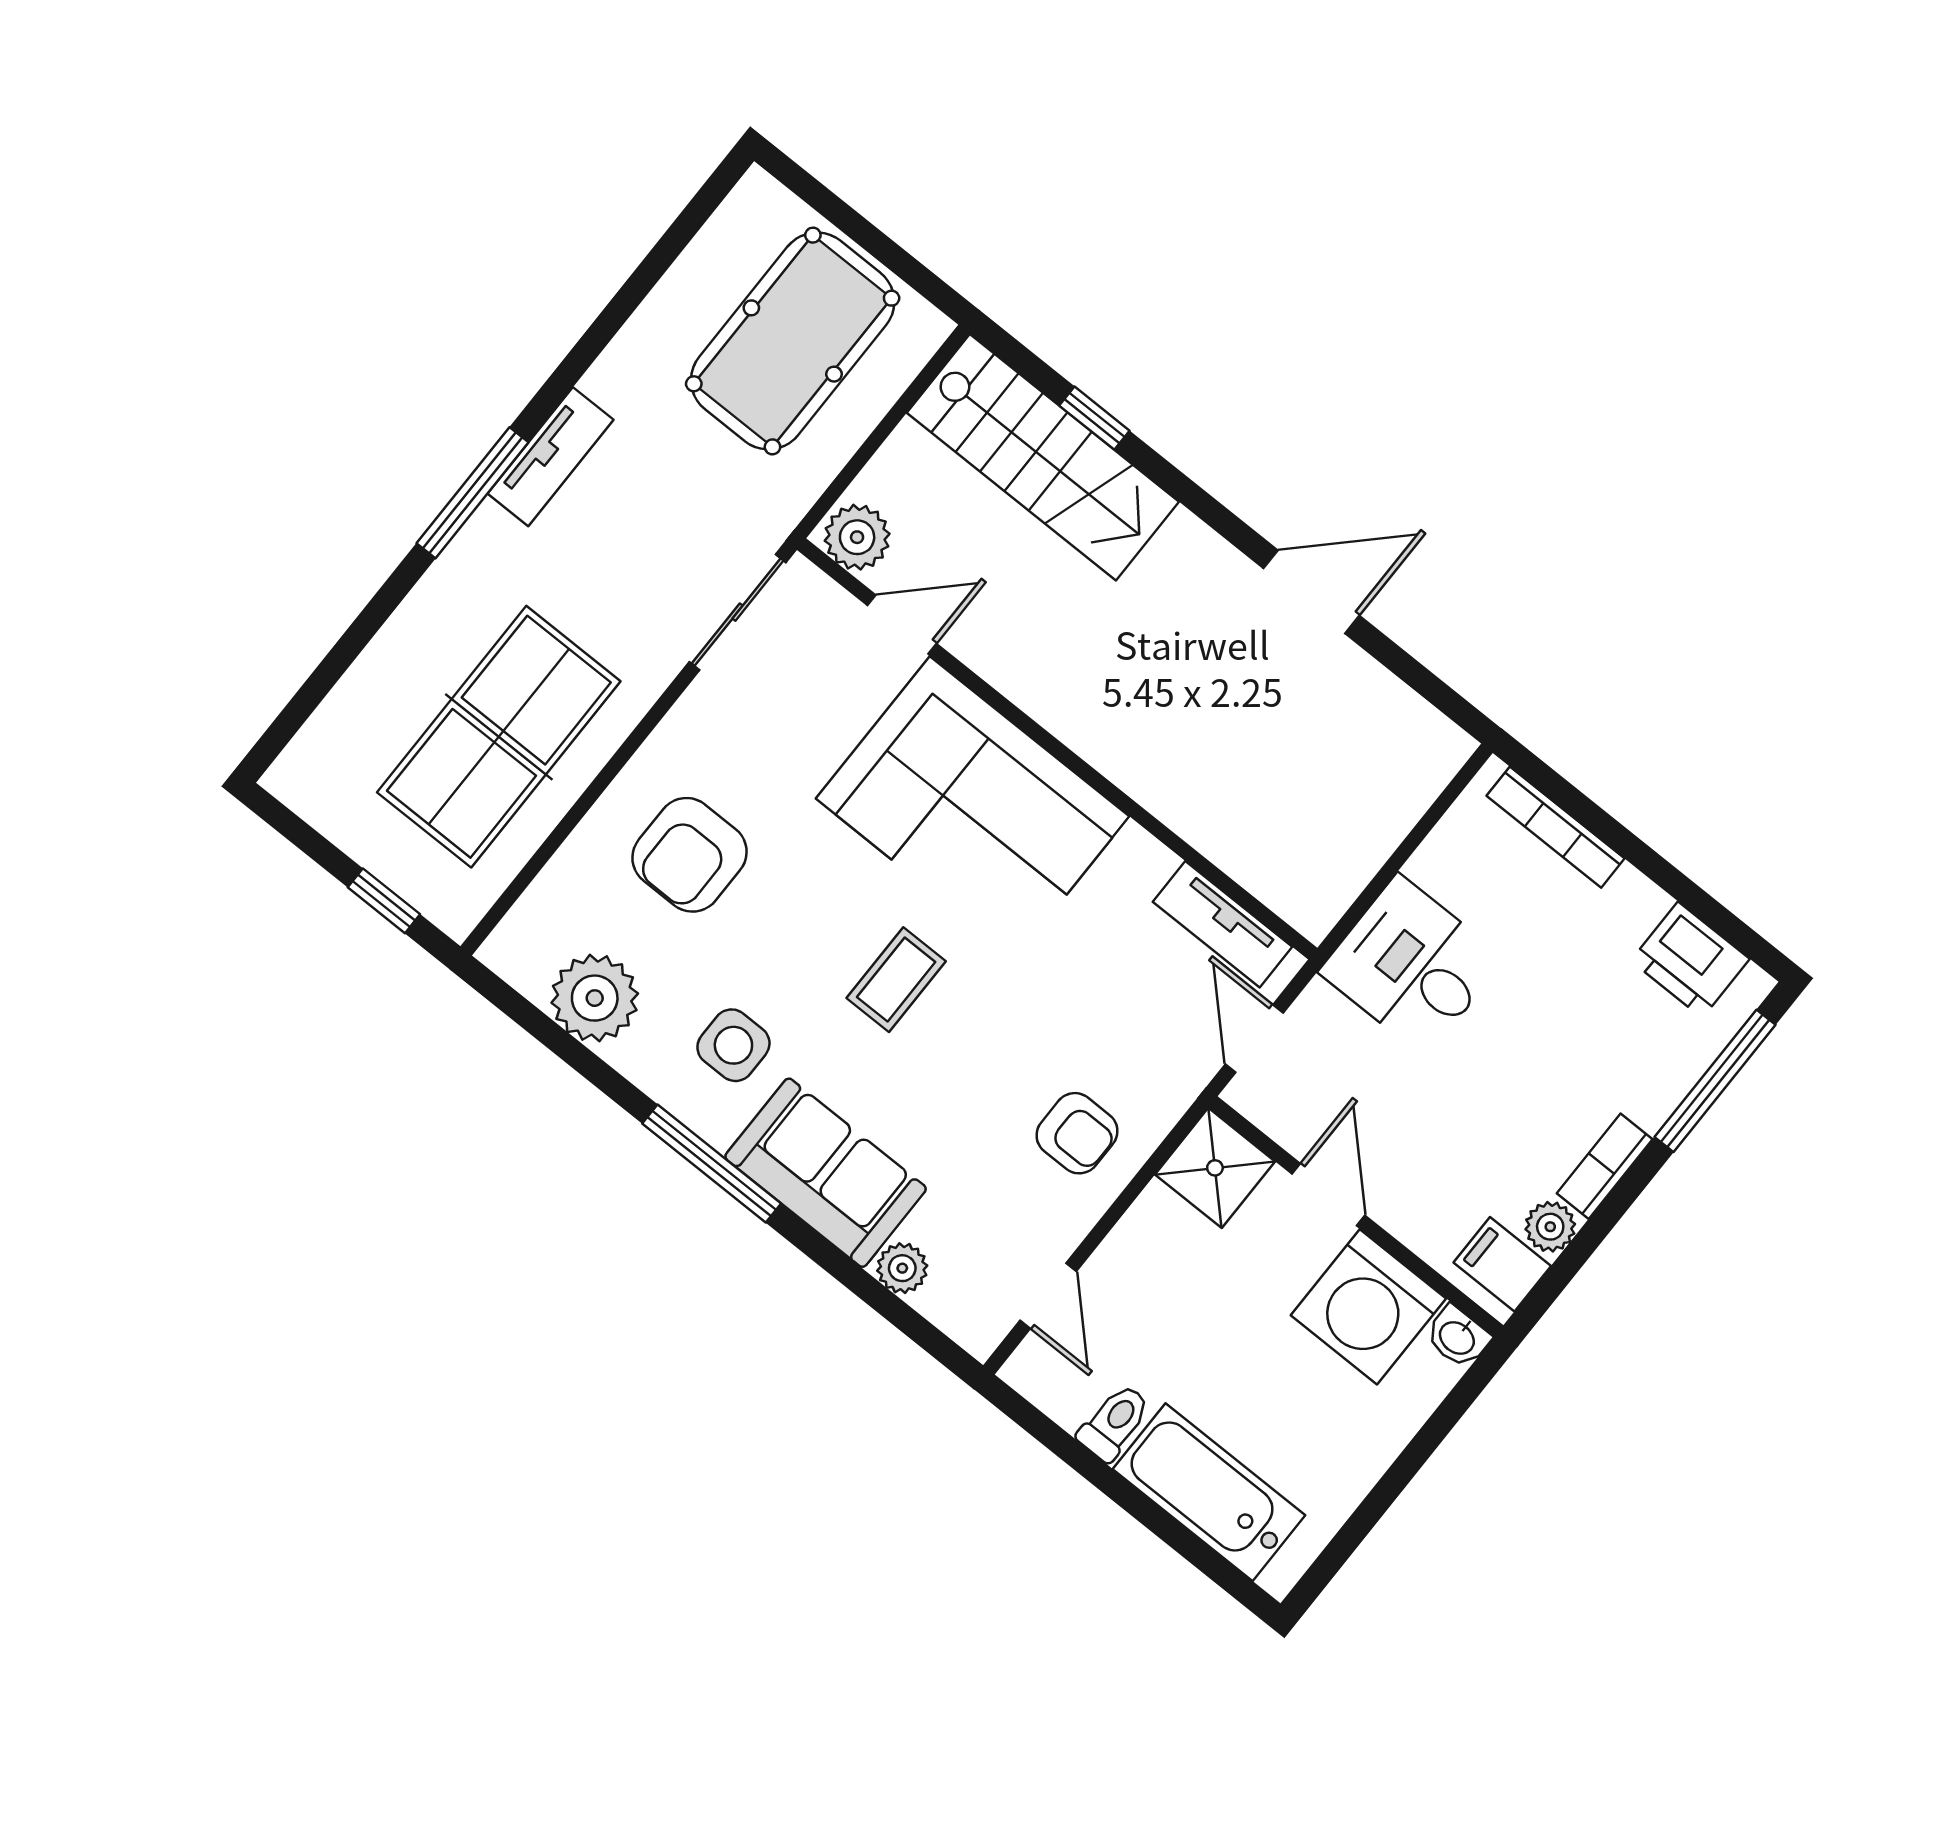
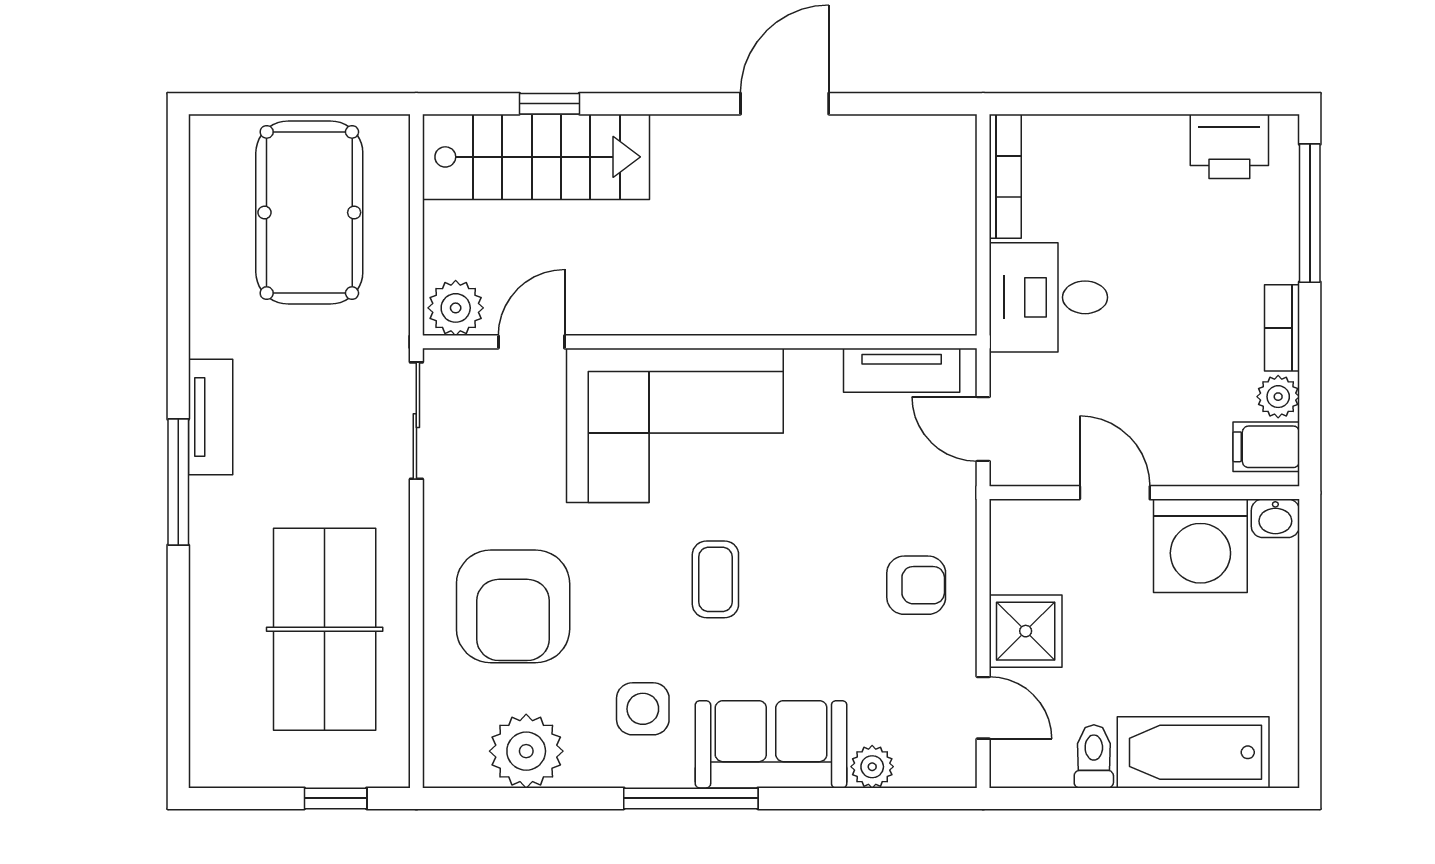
bookcase: (1555, 827) -> (1005, 176), moved, turned -90
armchair: (689, 855) -> (513, 606), width x1.36, depth x1.36
shower: (1215, 1168) -> (1026, 631), moved

